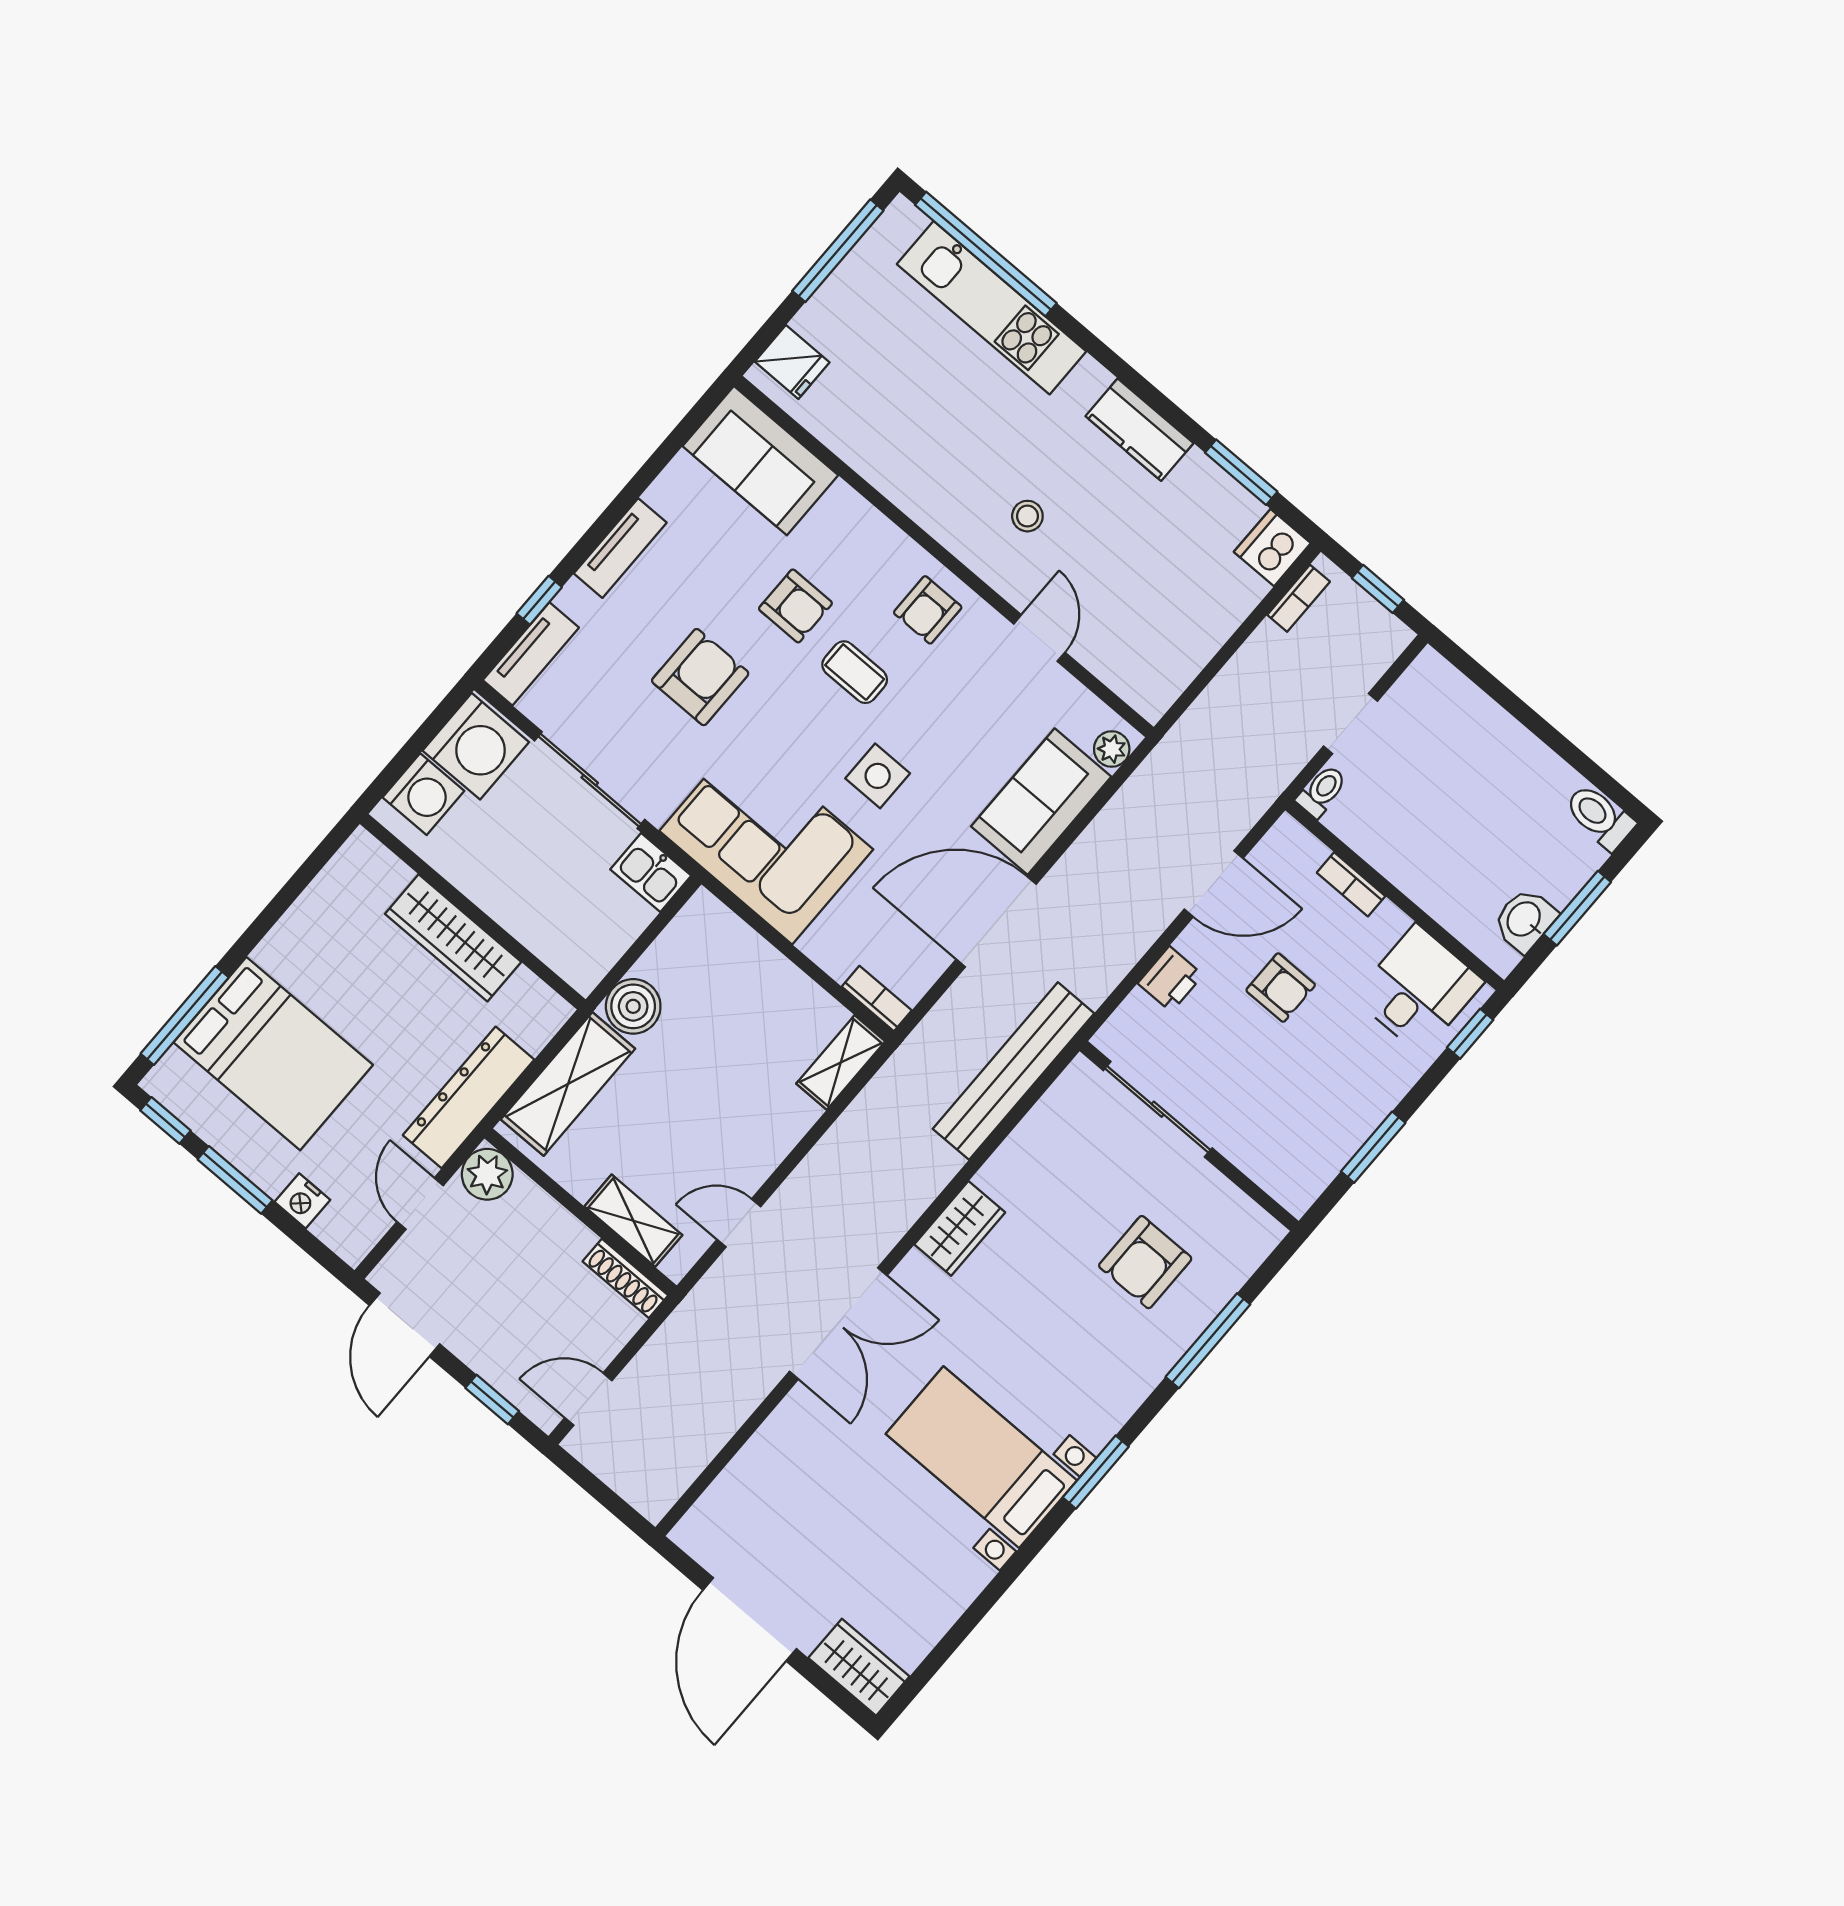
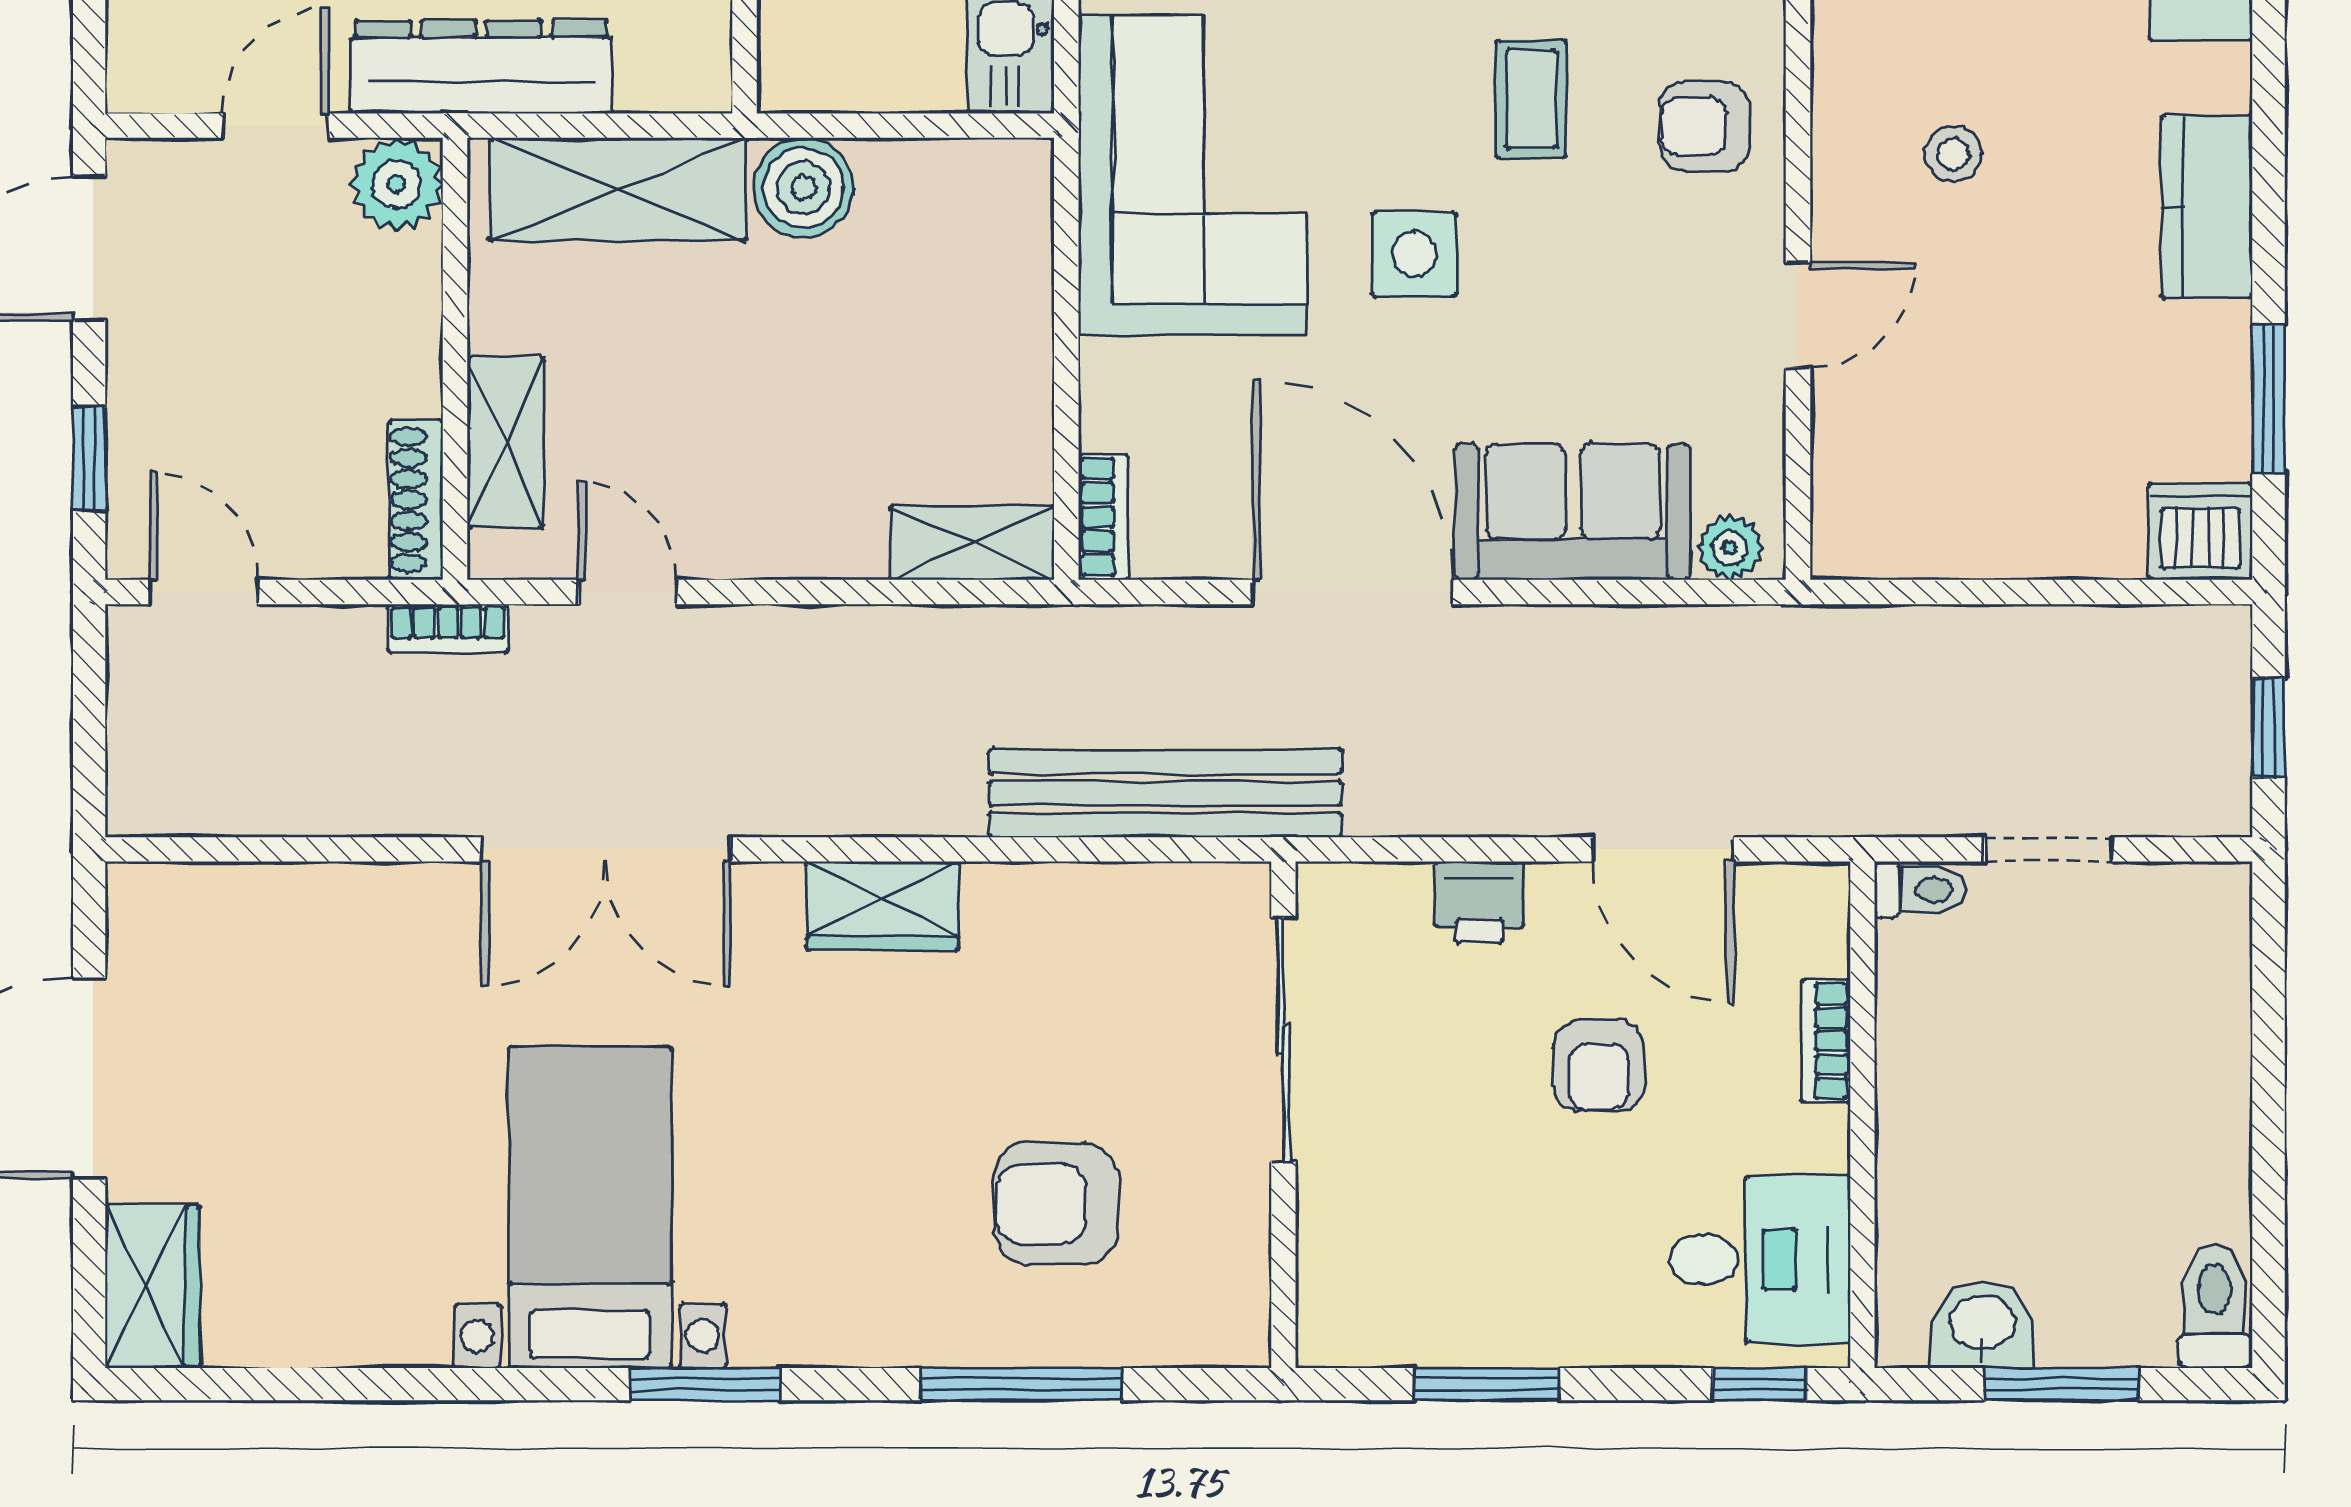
bookcase: (1299, 598) -> (448, 628), moved

